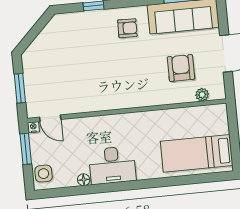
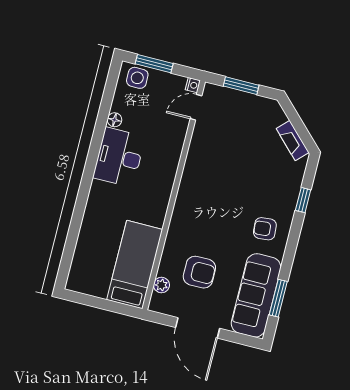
armchair: (127, 28) -> (265, 229), turned 84
fireplace: (49, 31) -> (293, 140), added
window: (26, 149) -> (154, 64), moved
bed: (197, 153) -> (135, 265), moved

